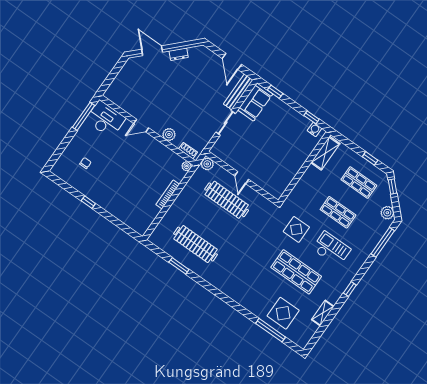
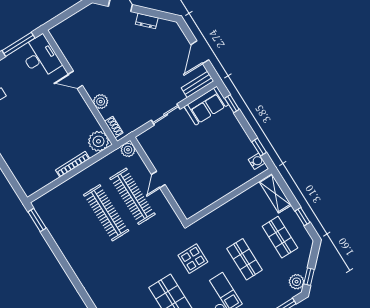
bench: (238, 92) -> (198, 84), width x0.73
shelving: (325, 153) -> (275, 193), moved, turned 90
plant: (187, 166) -> (99, 141), width x1.88, depth x1.88
window: (392, 186) -> (309, 277), moved
clothes rail: (196, 244) -> (106, 213), moved
window: (179, 266) -> (37, 220), moved

